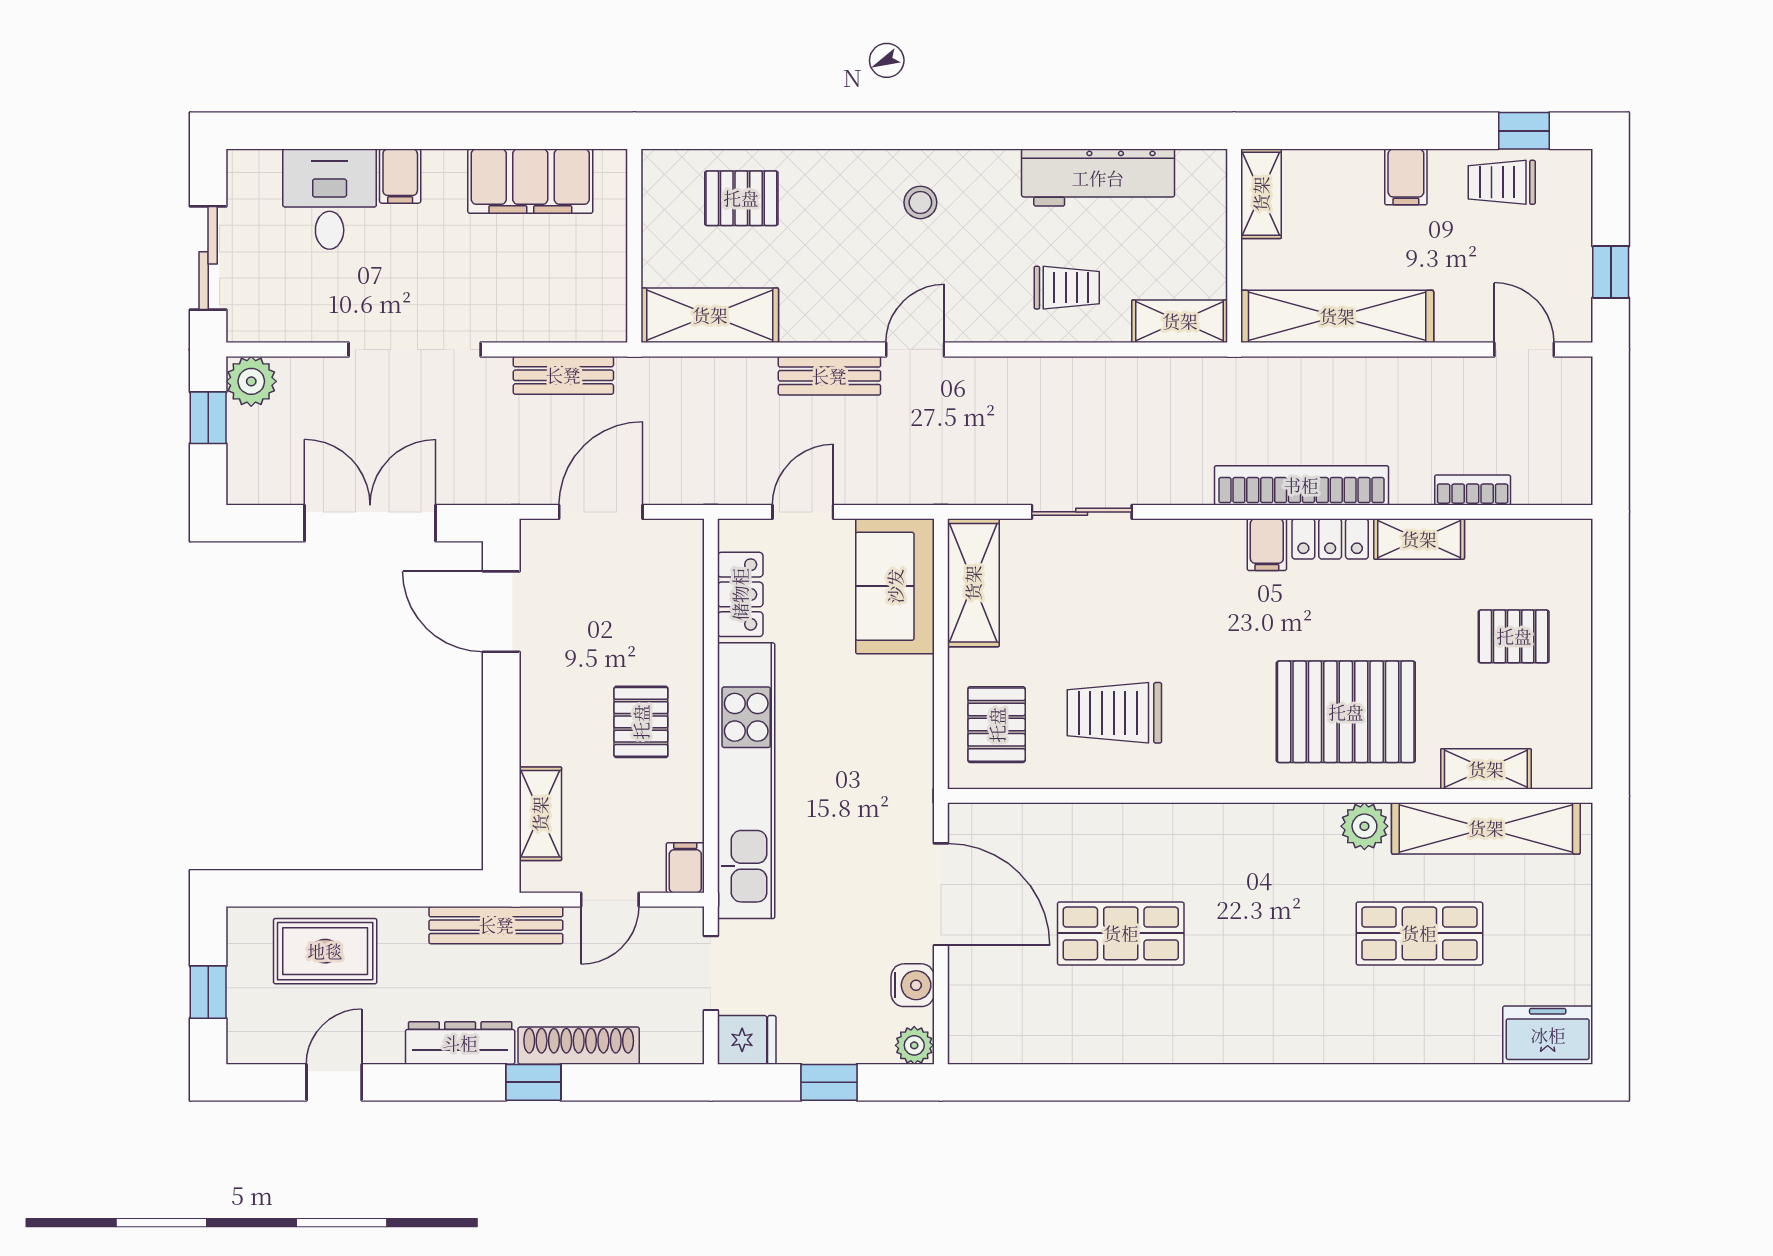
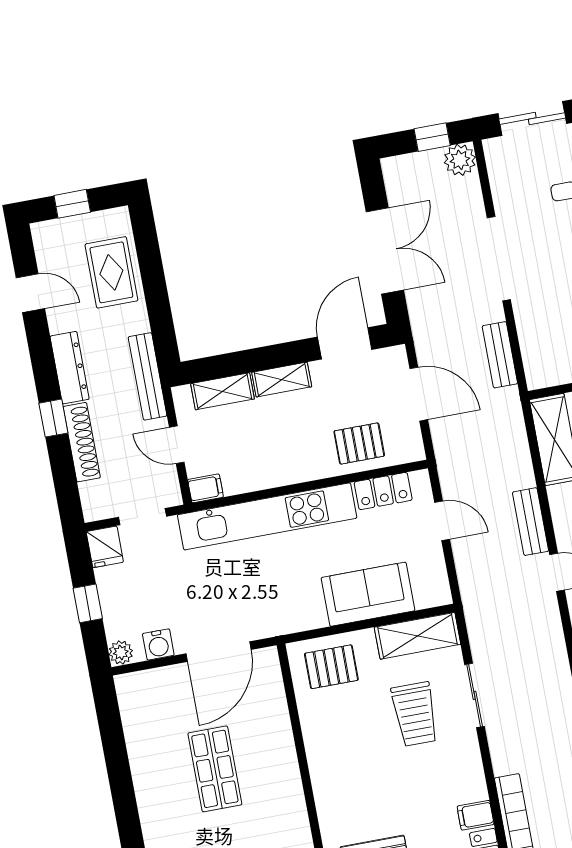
sofa: (895, 586) -> (368, 594), moved
trolley: (1114, 713) -> (415, 714), moved, turned 180
shelving: (539, 719) -> (282, 380), added
pallet: (641, 722) -> (359, 443), moved

